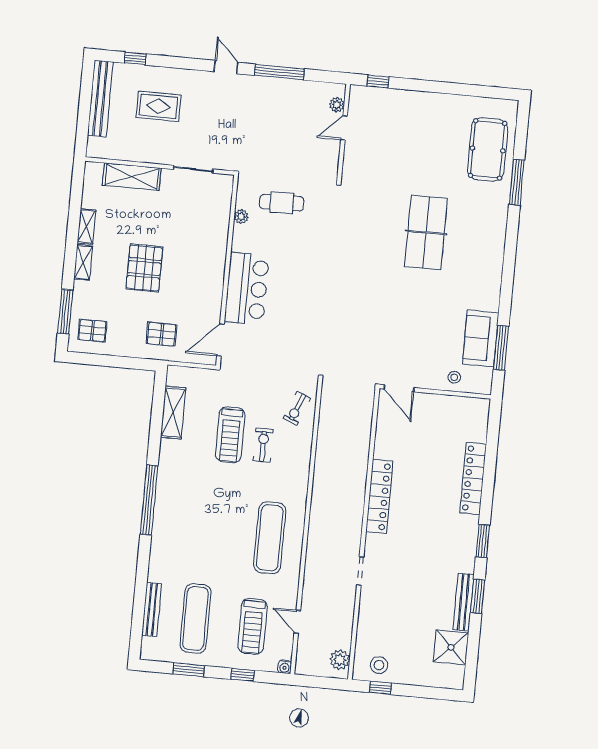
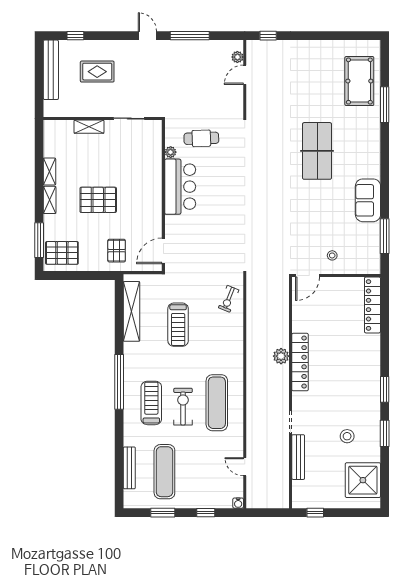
shelving: (132, 177) -> (89, 127), width x0.67, depth x0.75
pallet: (144, 268) -> (98, 200), turned 90
bar counter: (247, 289) -> (180, 187), moved
pallet: (92, 331) -> (62, 253), width x1.50, depth x1.42
pallet: (162, 334) -> (117, 251), turned 90
sofa: (481, 338) -> (368, 200), moved
stool: (454, 377) -> (332, 255), moved
door: (399, 388) -> (307, 276), hinge flipped
shelving: (173, 413) -> (132, 311), width x1.47
exercise bike: (263, 445) -> (183, 407), moved, width x1.38, depth x1.39
locker: (473, 478) -> (372, 305), moved
bench: (464, 602) -> (298, 457), moved
treadmill: (253, 626) -> (151, 403), moved, turned 180
shower: (451, 647) -> (363, 480), width x1.37, depth x1.37
plant: (340, 660) -> (281, 356), moved
stool: (379, 665) -> (347, 436), moved

